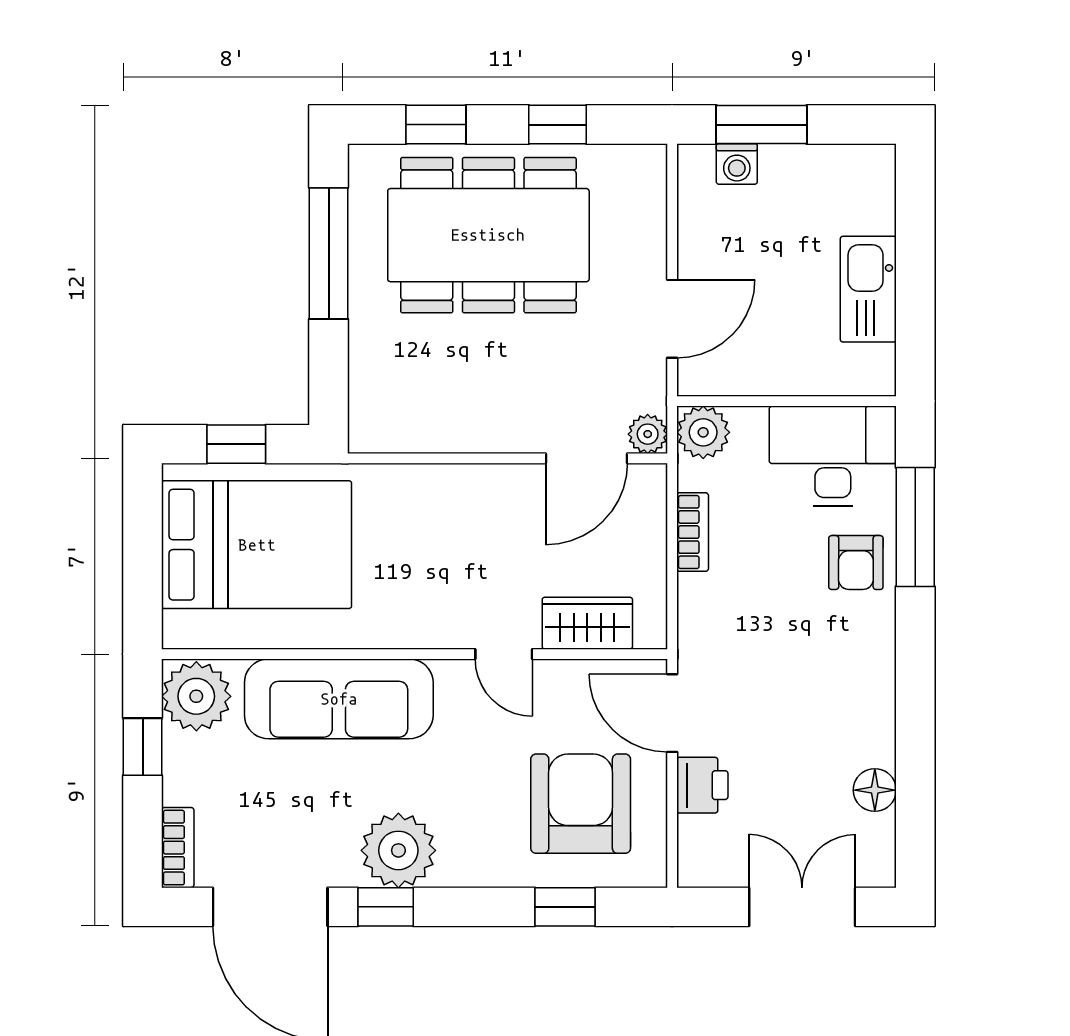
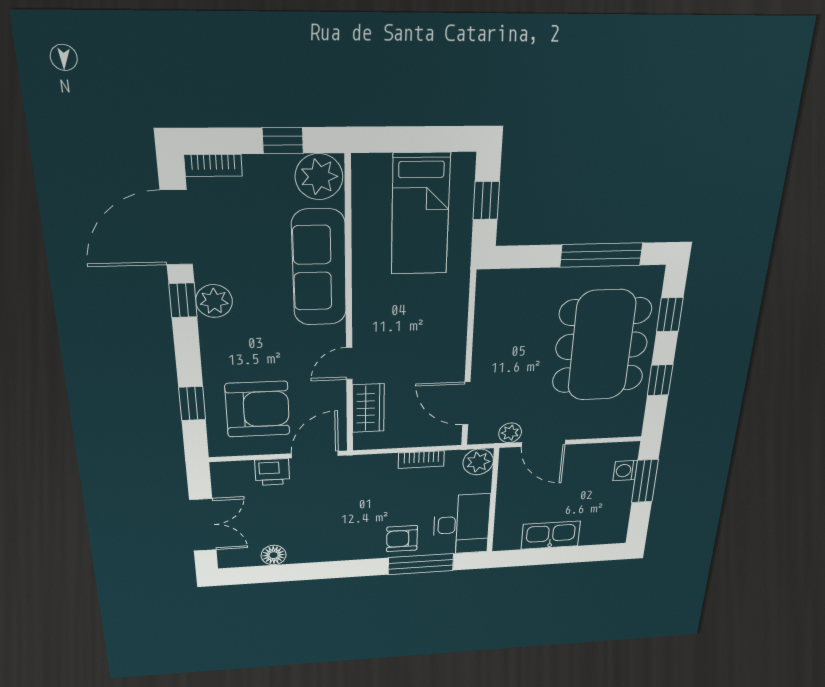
plant: (648, 434) -> (510, 433), moved
bed: (257, 545) -> (420, 214), width x0.67
plant: (398, 850) -> (214, 301), width x0.73, depth x0.73

